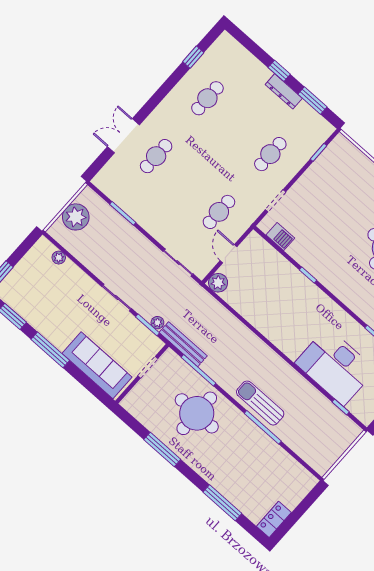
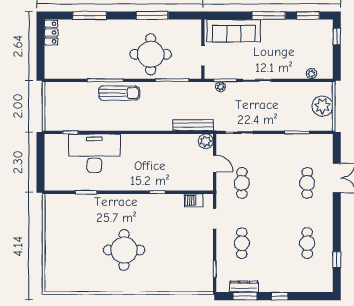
dresser: (284, 91) -> (244, 287), moved
bench: (183, 344) -> (193, 125), moved

